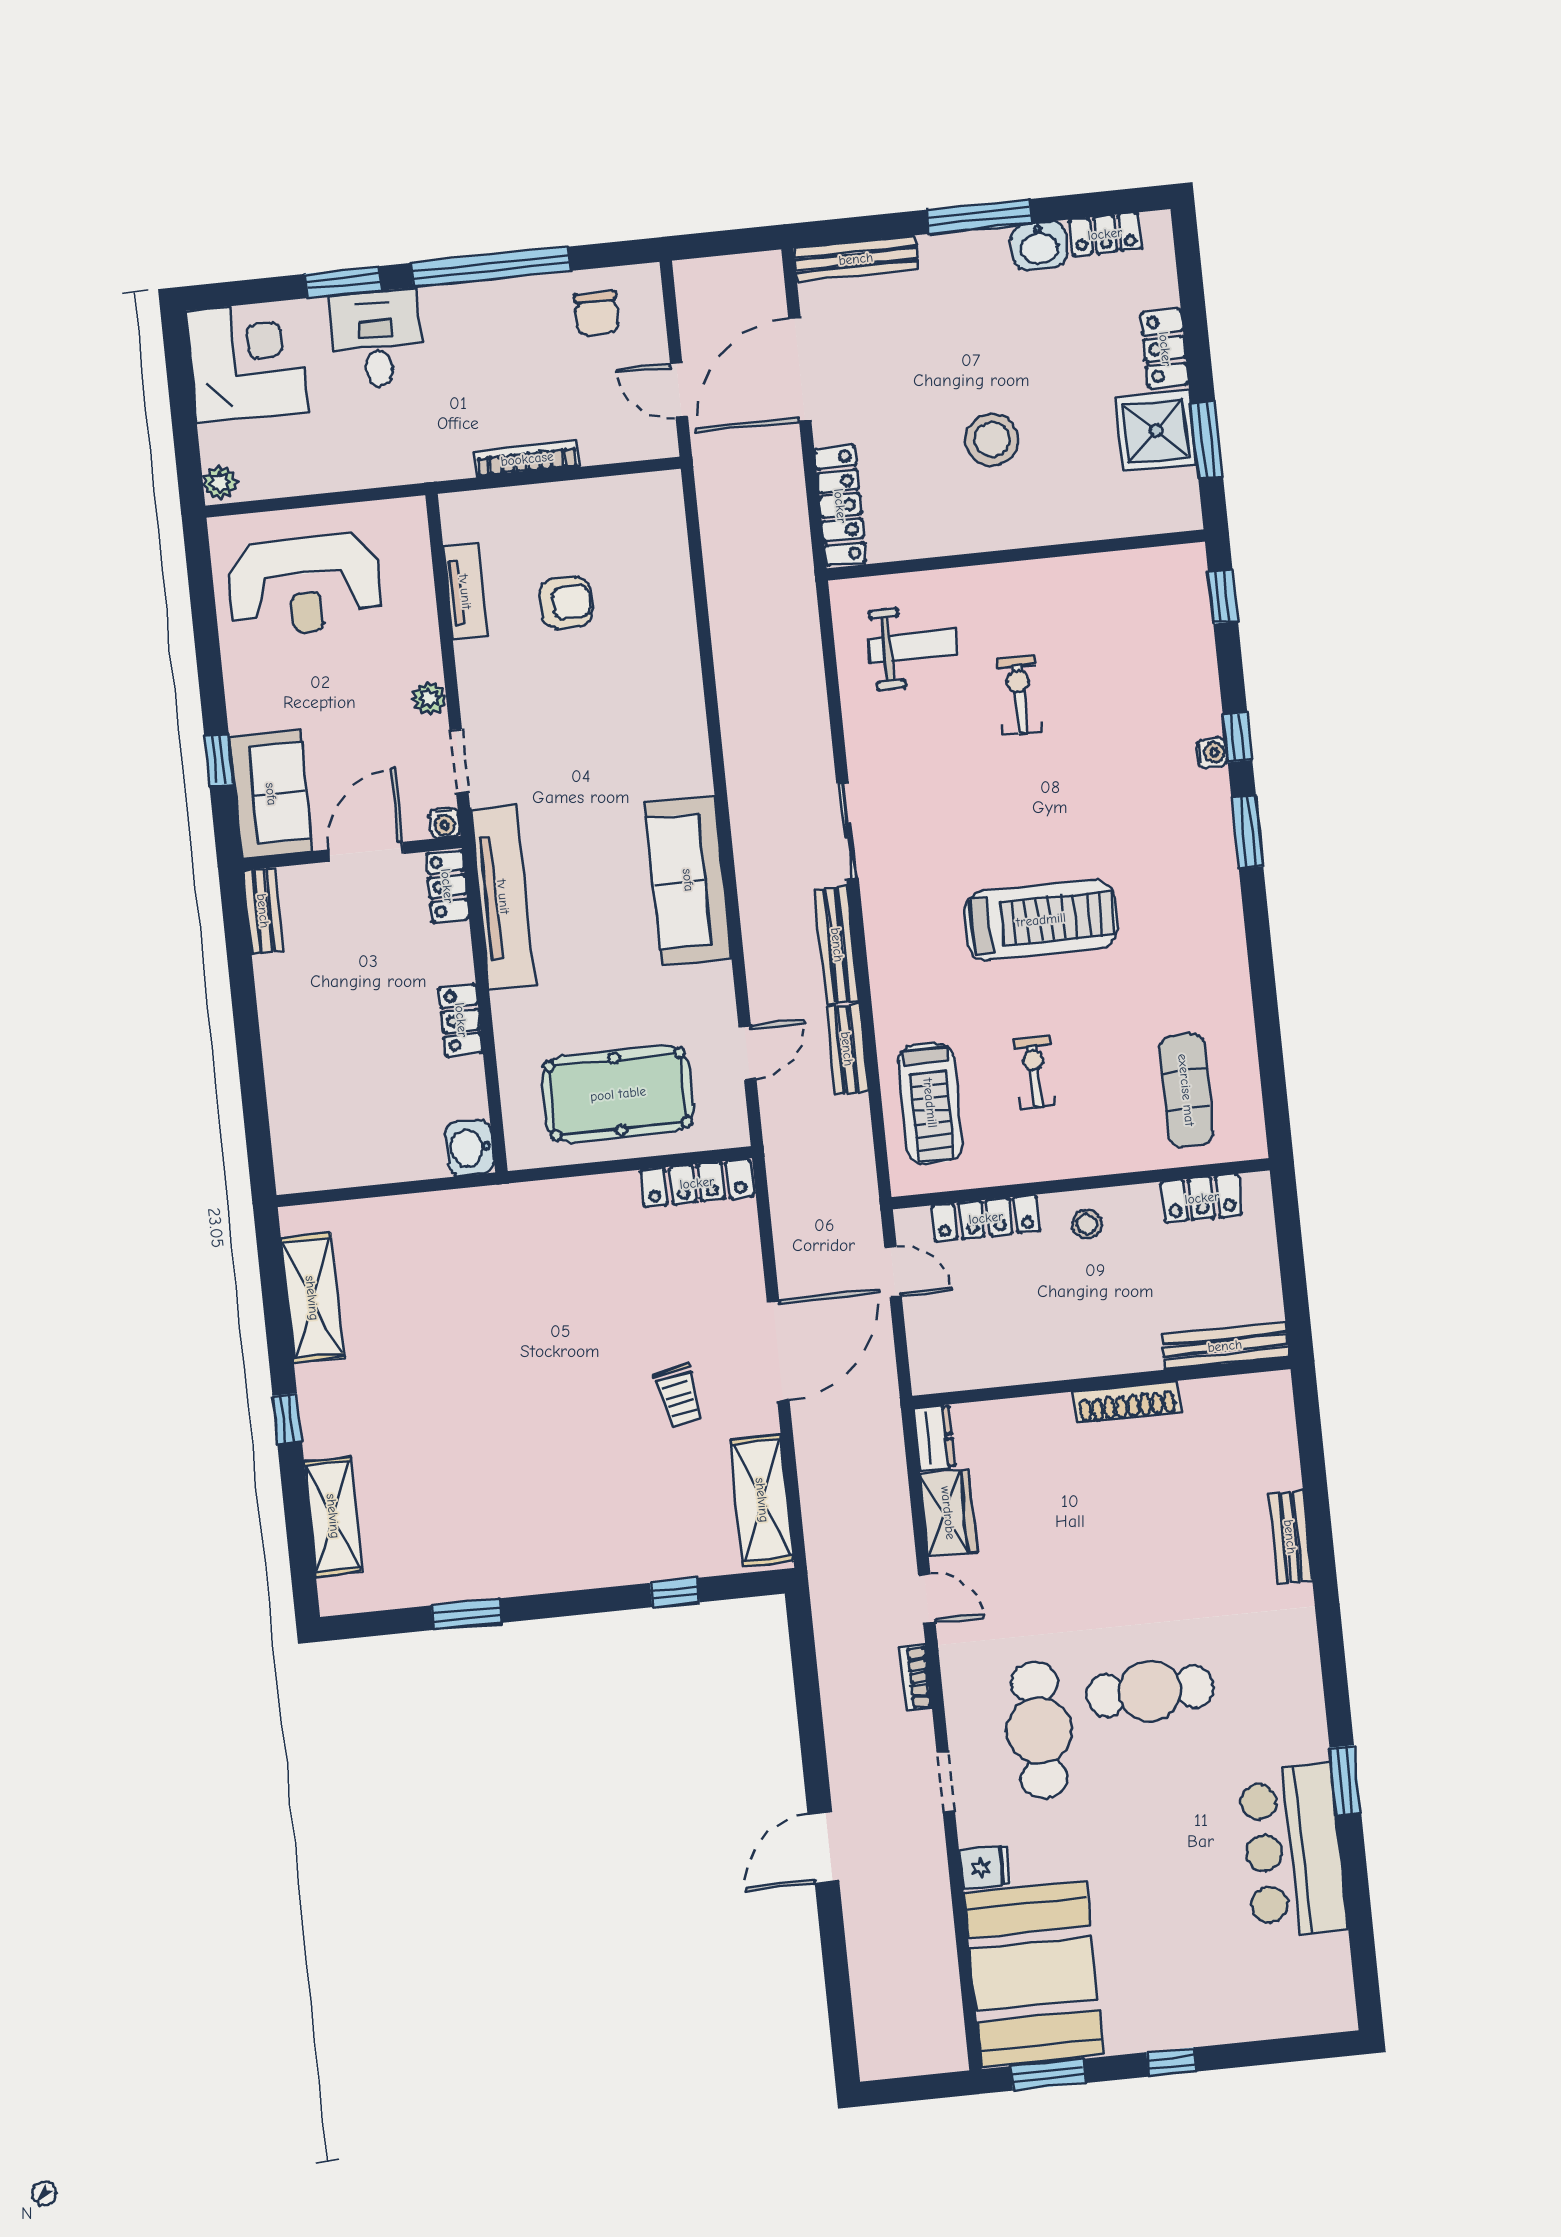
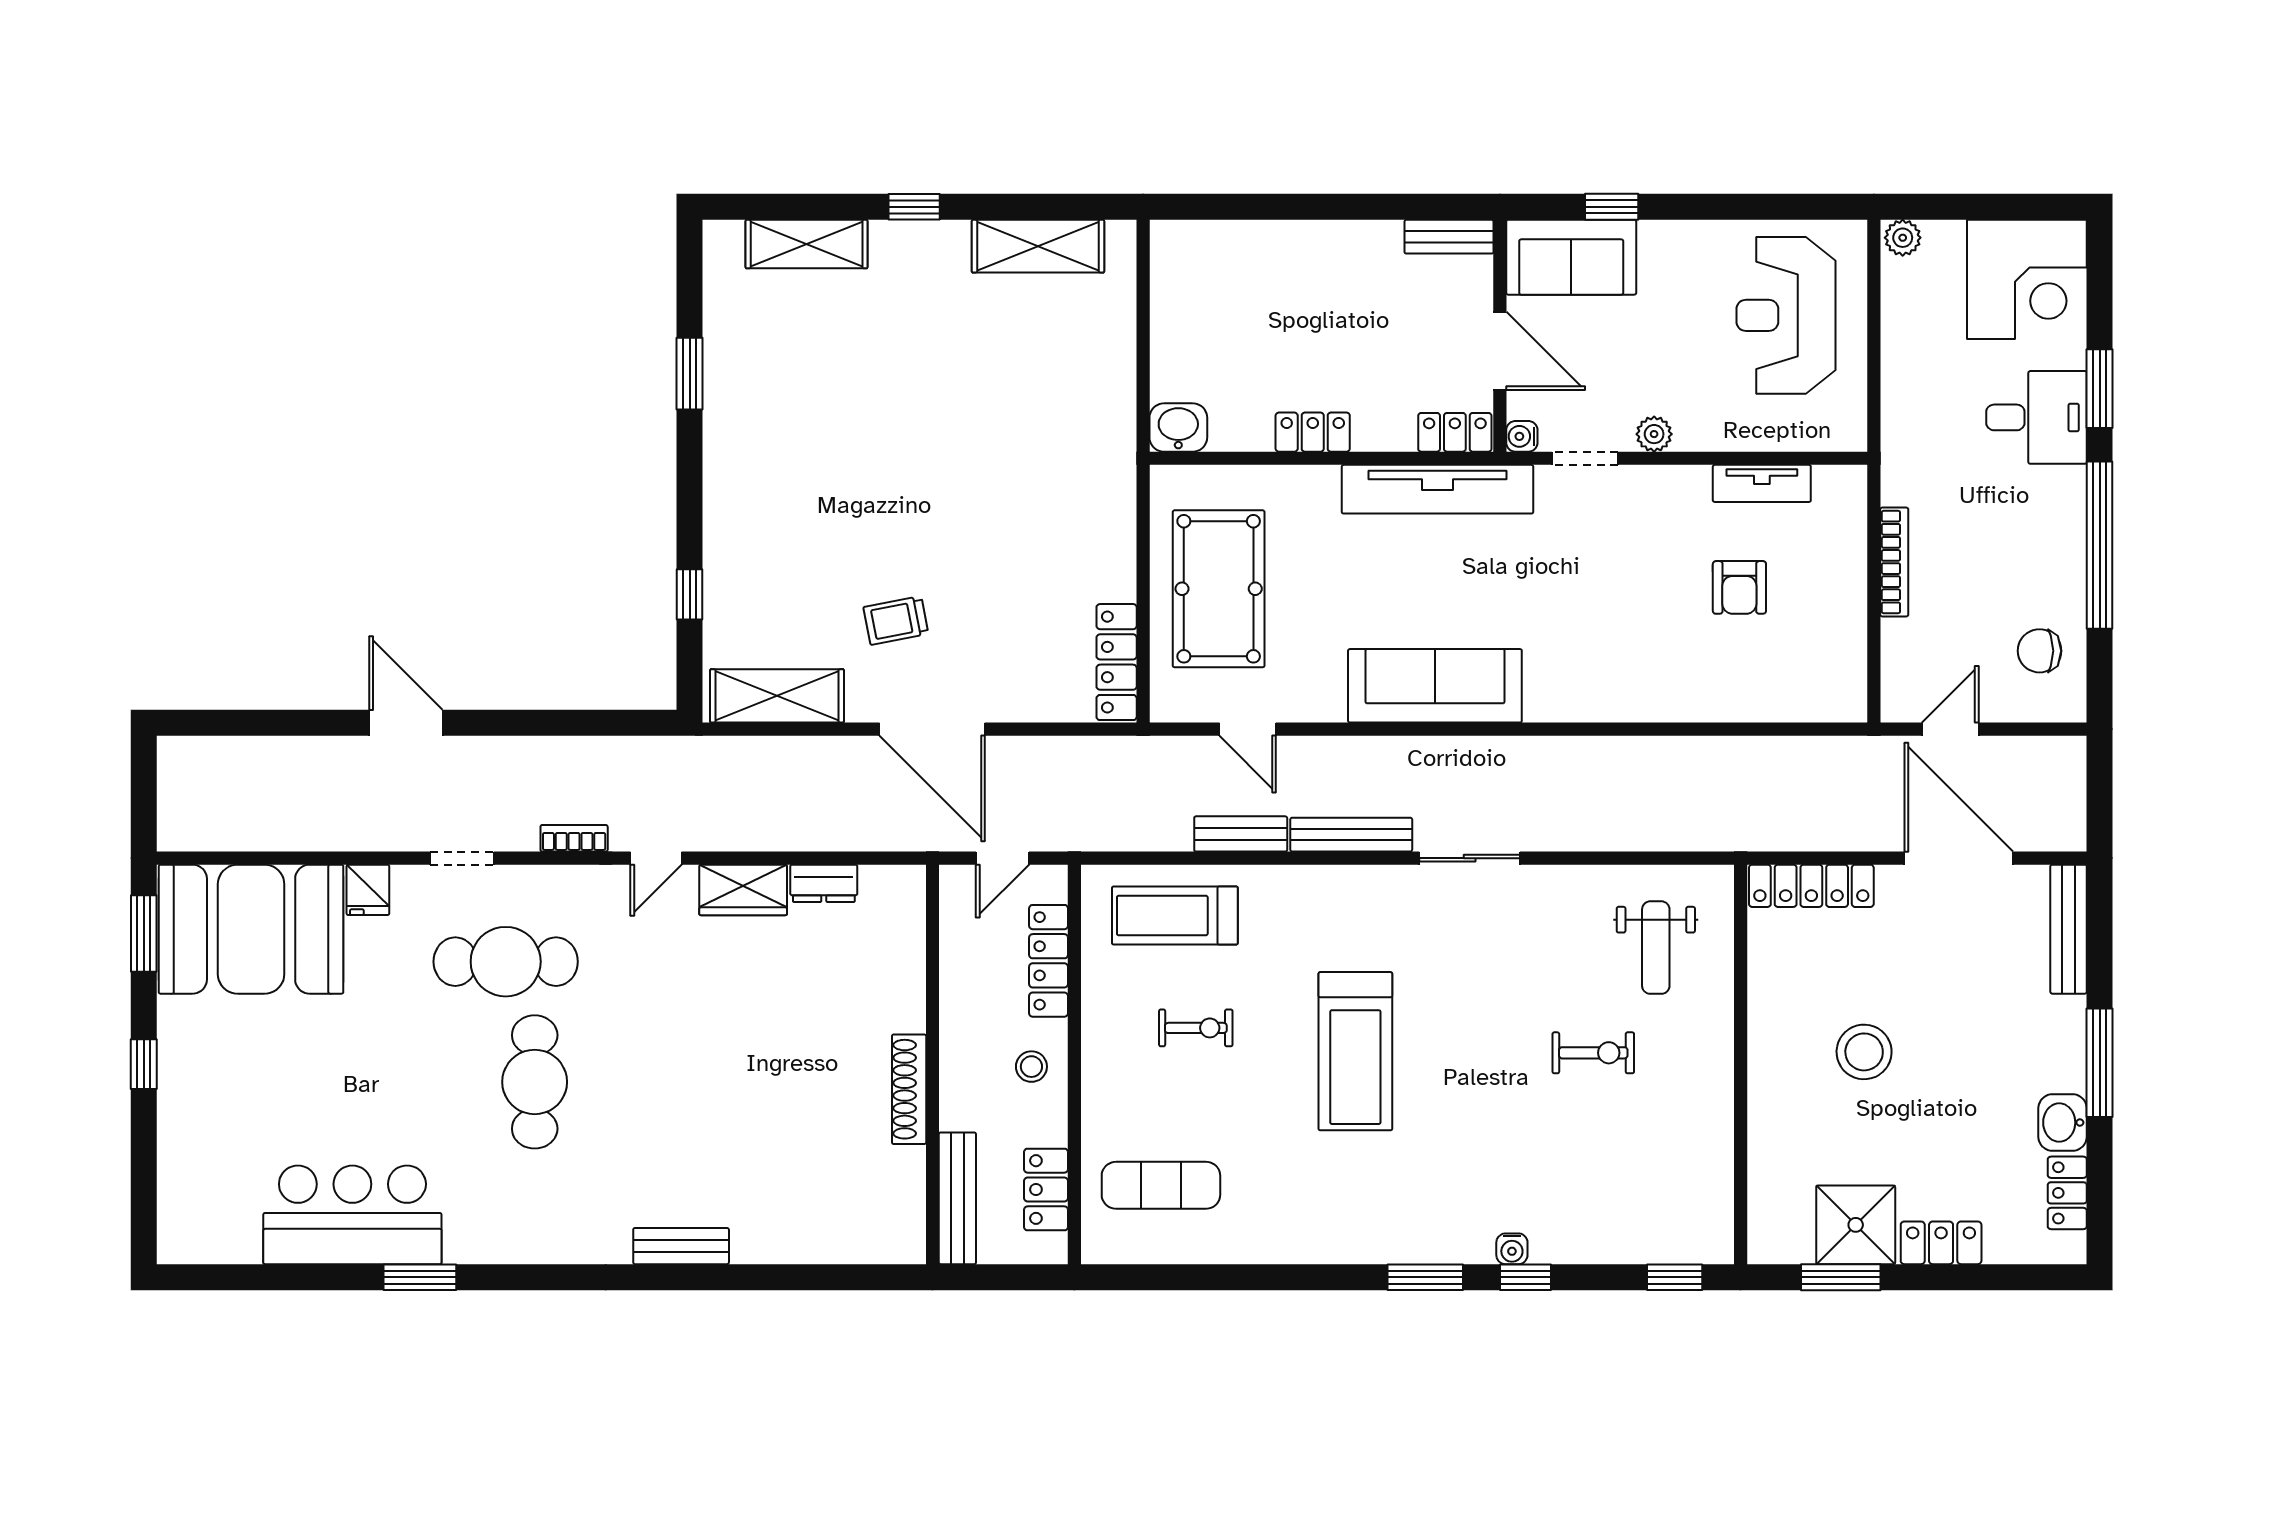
bench: (1225, 1346) -> (957, 1198), moved
wall: (1101, 1382) -> (932, 1064), moved
shoe rack: (1127, 1402) -> (909, 1089), moved

